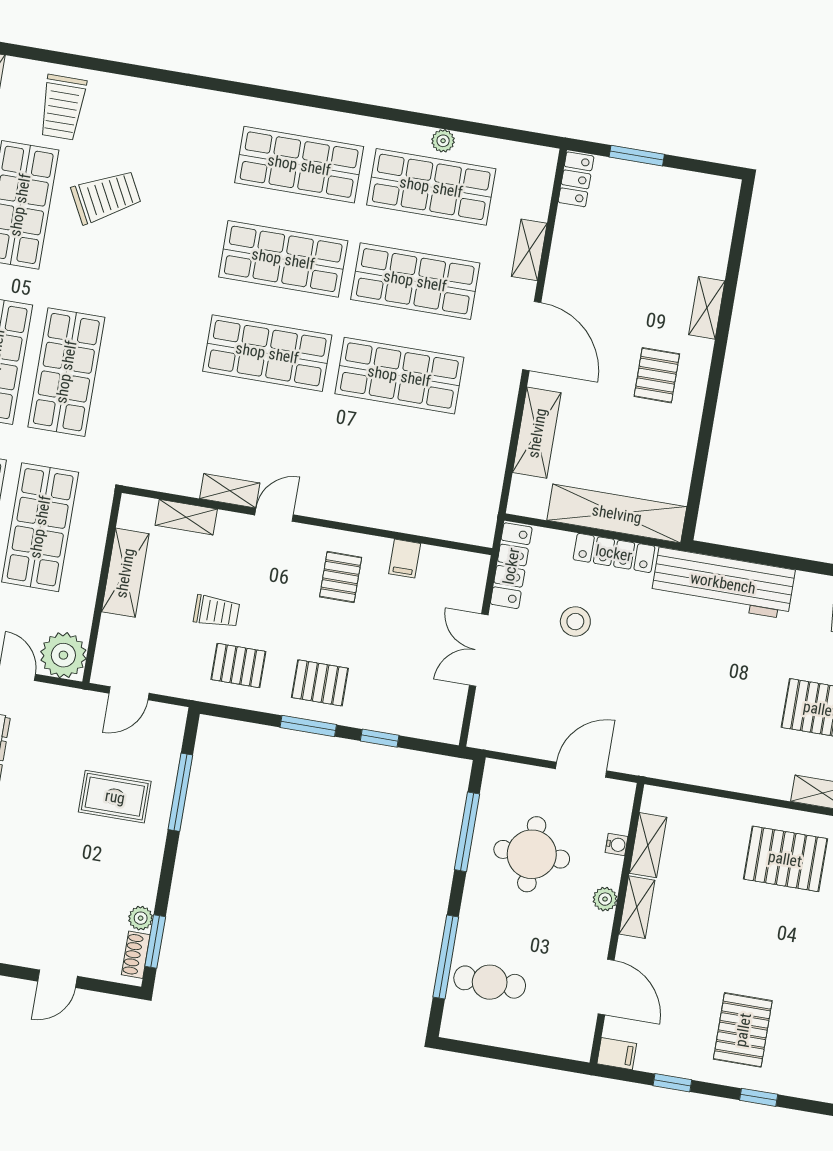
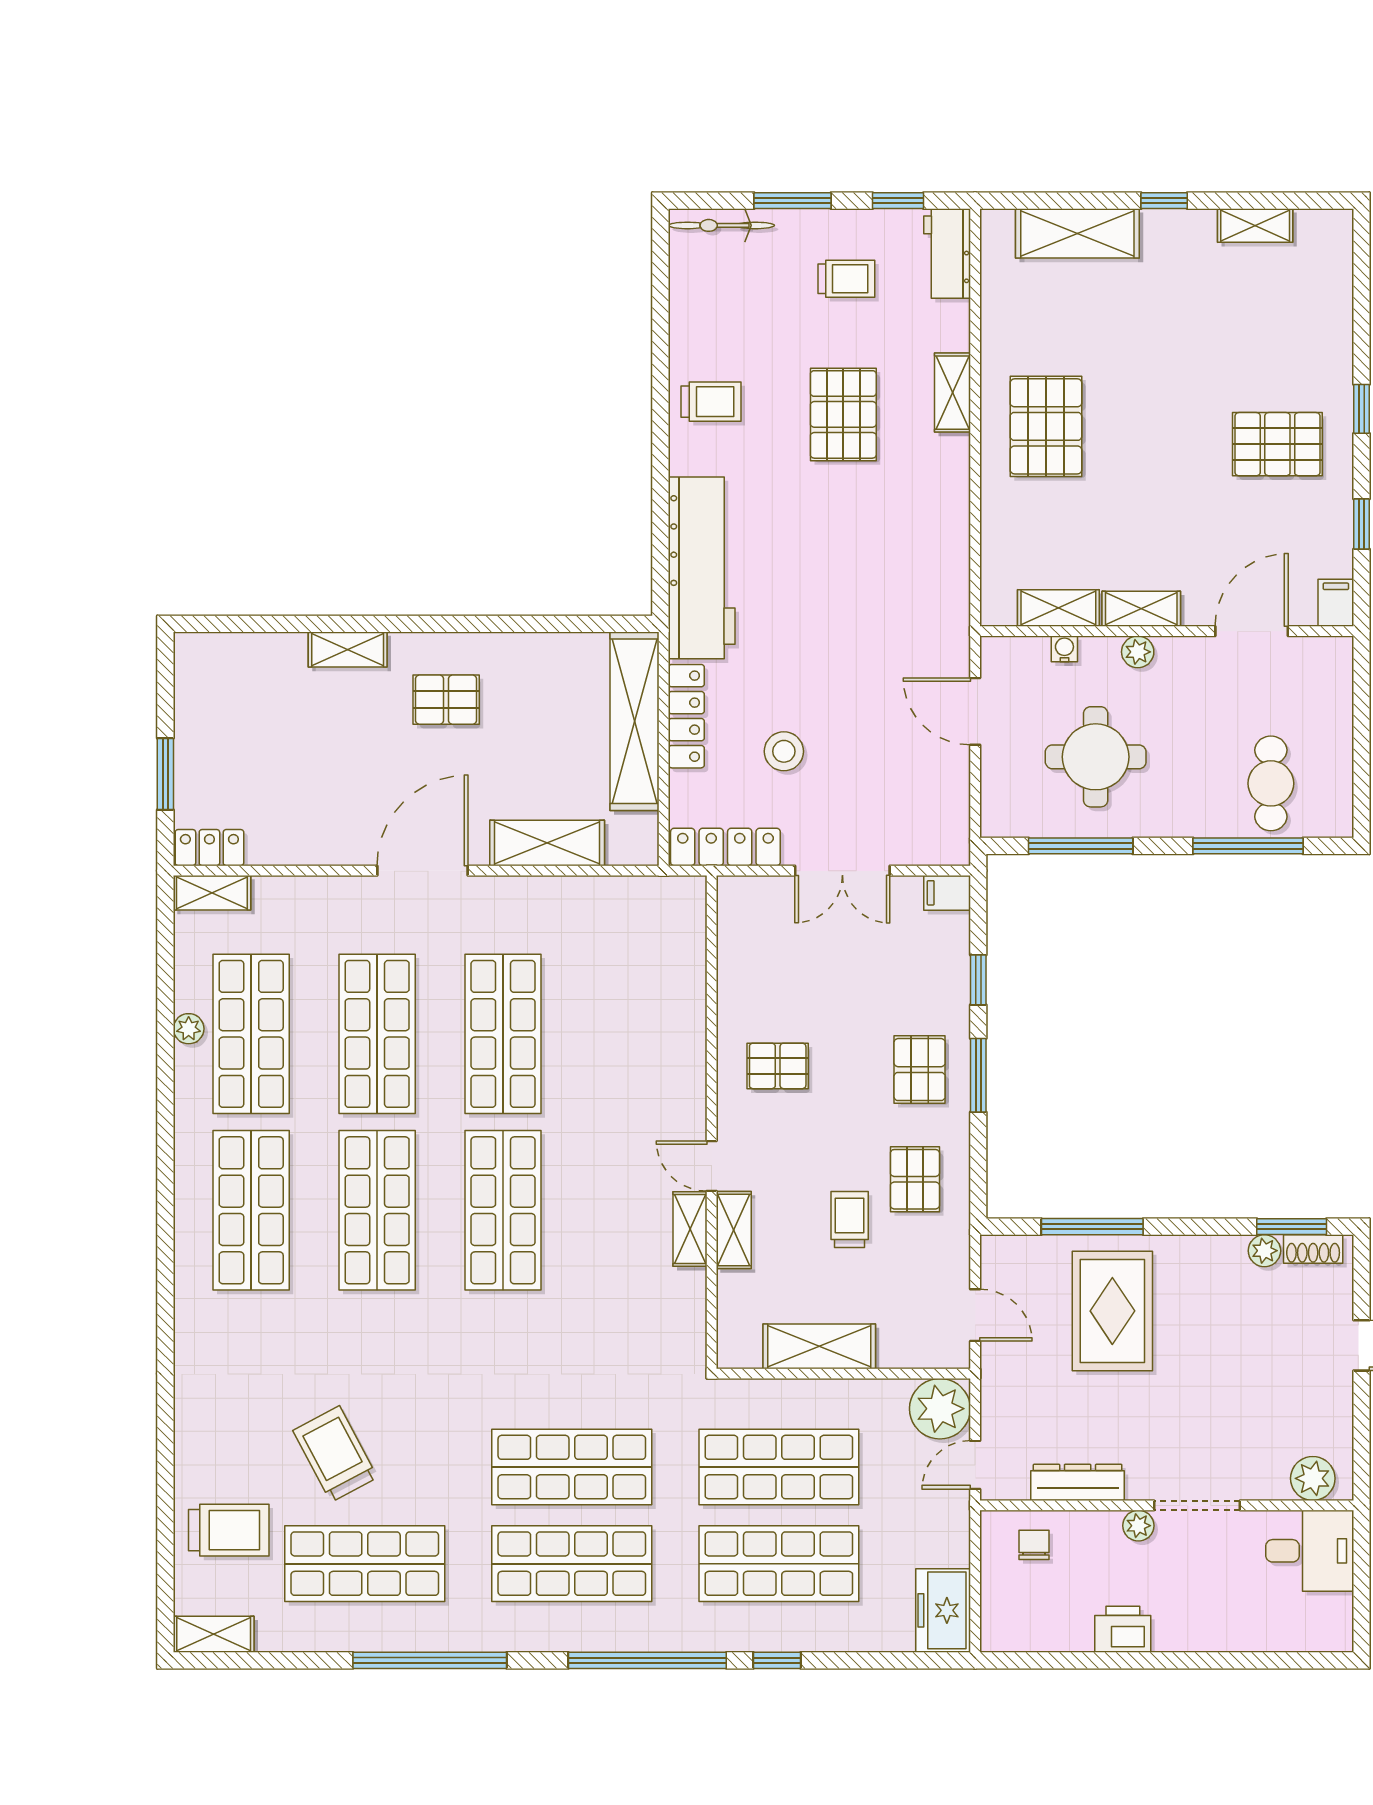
shelving: (529, 250) -> (212, 893), moved
shelving: (186, 517) -> (734, 1230), moved
filing cabinet: (405, 559) -> (947, 893), moved, turned 180
rug: (115, 797) -> (1112, 1311), width x1.36, depth x1.43

